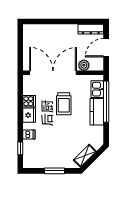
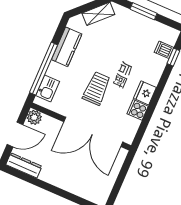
plant: (84, 65) -> (34, 117), moved
kitchen counter: (97, 112) -> (67, 47), moved
dishwasher: (29, 134) -> (164, 50), moved

